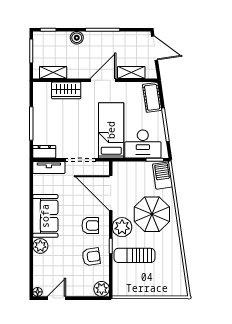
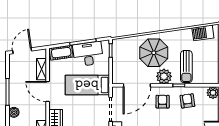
desk: (143, 144) -> (88, 54), moved, turned -98
barbecue: (163, 176) -> (203, 33), moved

